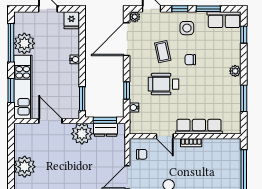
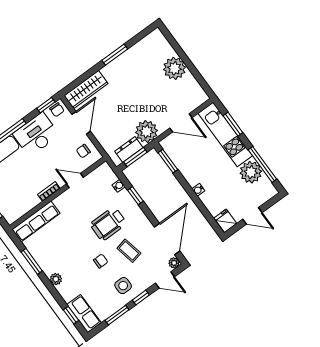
row of seats: (224, 20) -> (84, 314), moved, turned 90
wheelchair: (164, 84) -> (108, 224), turned 180
row of seats: (199, 127) -> (36, 221), moved

